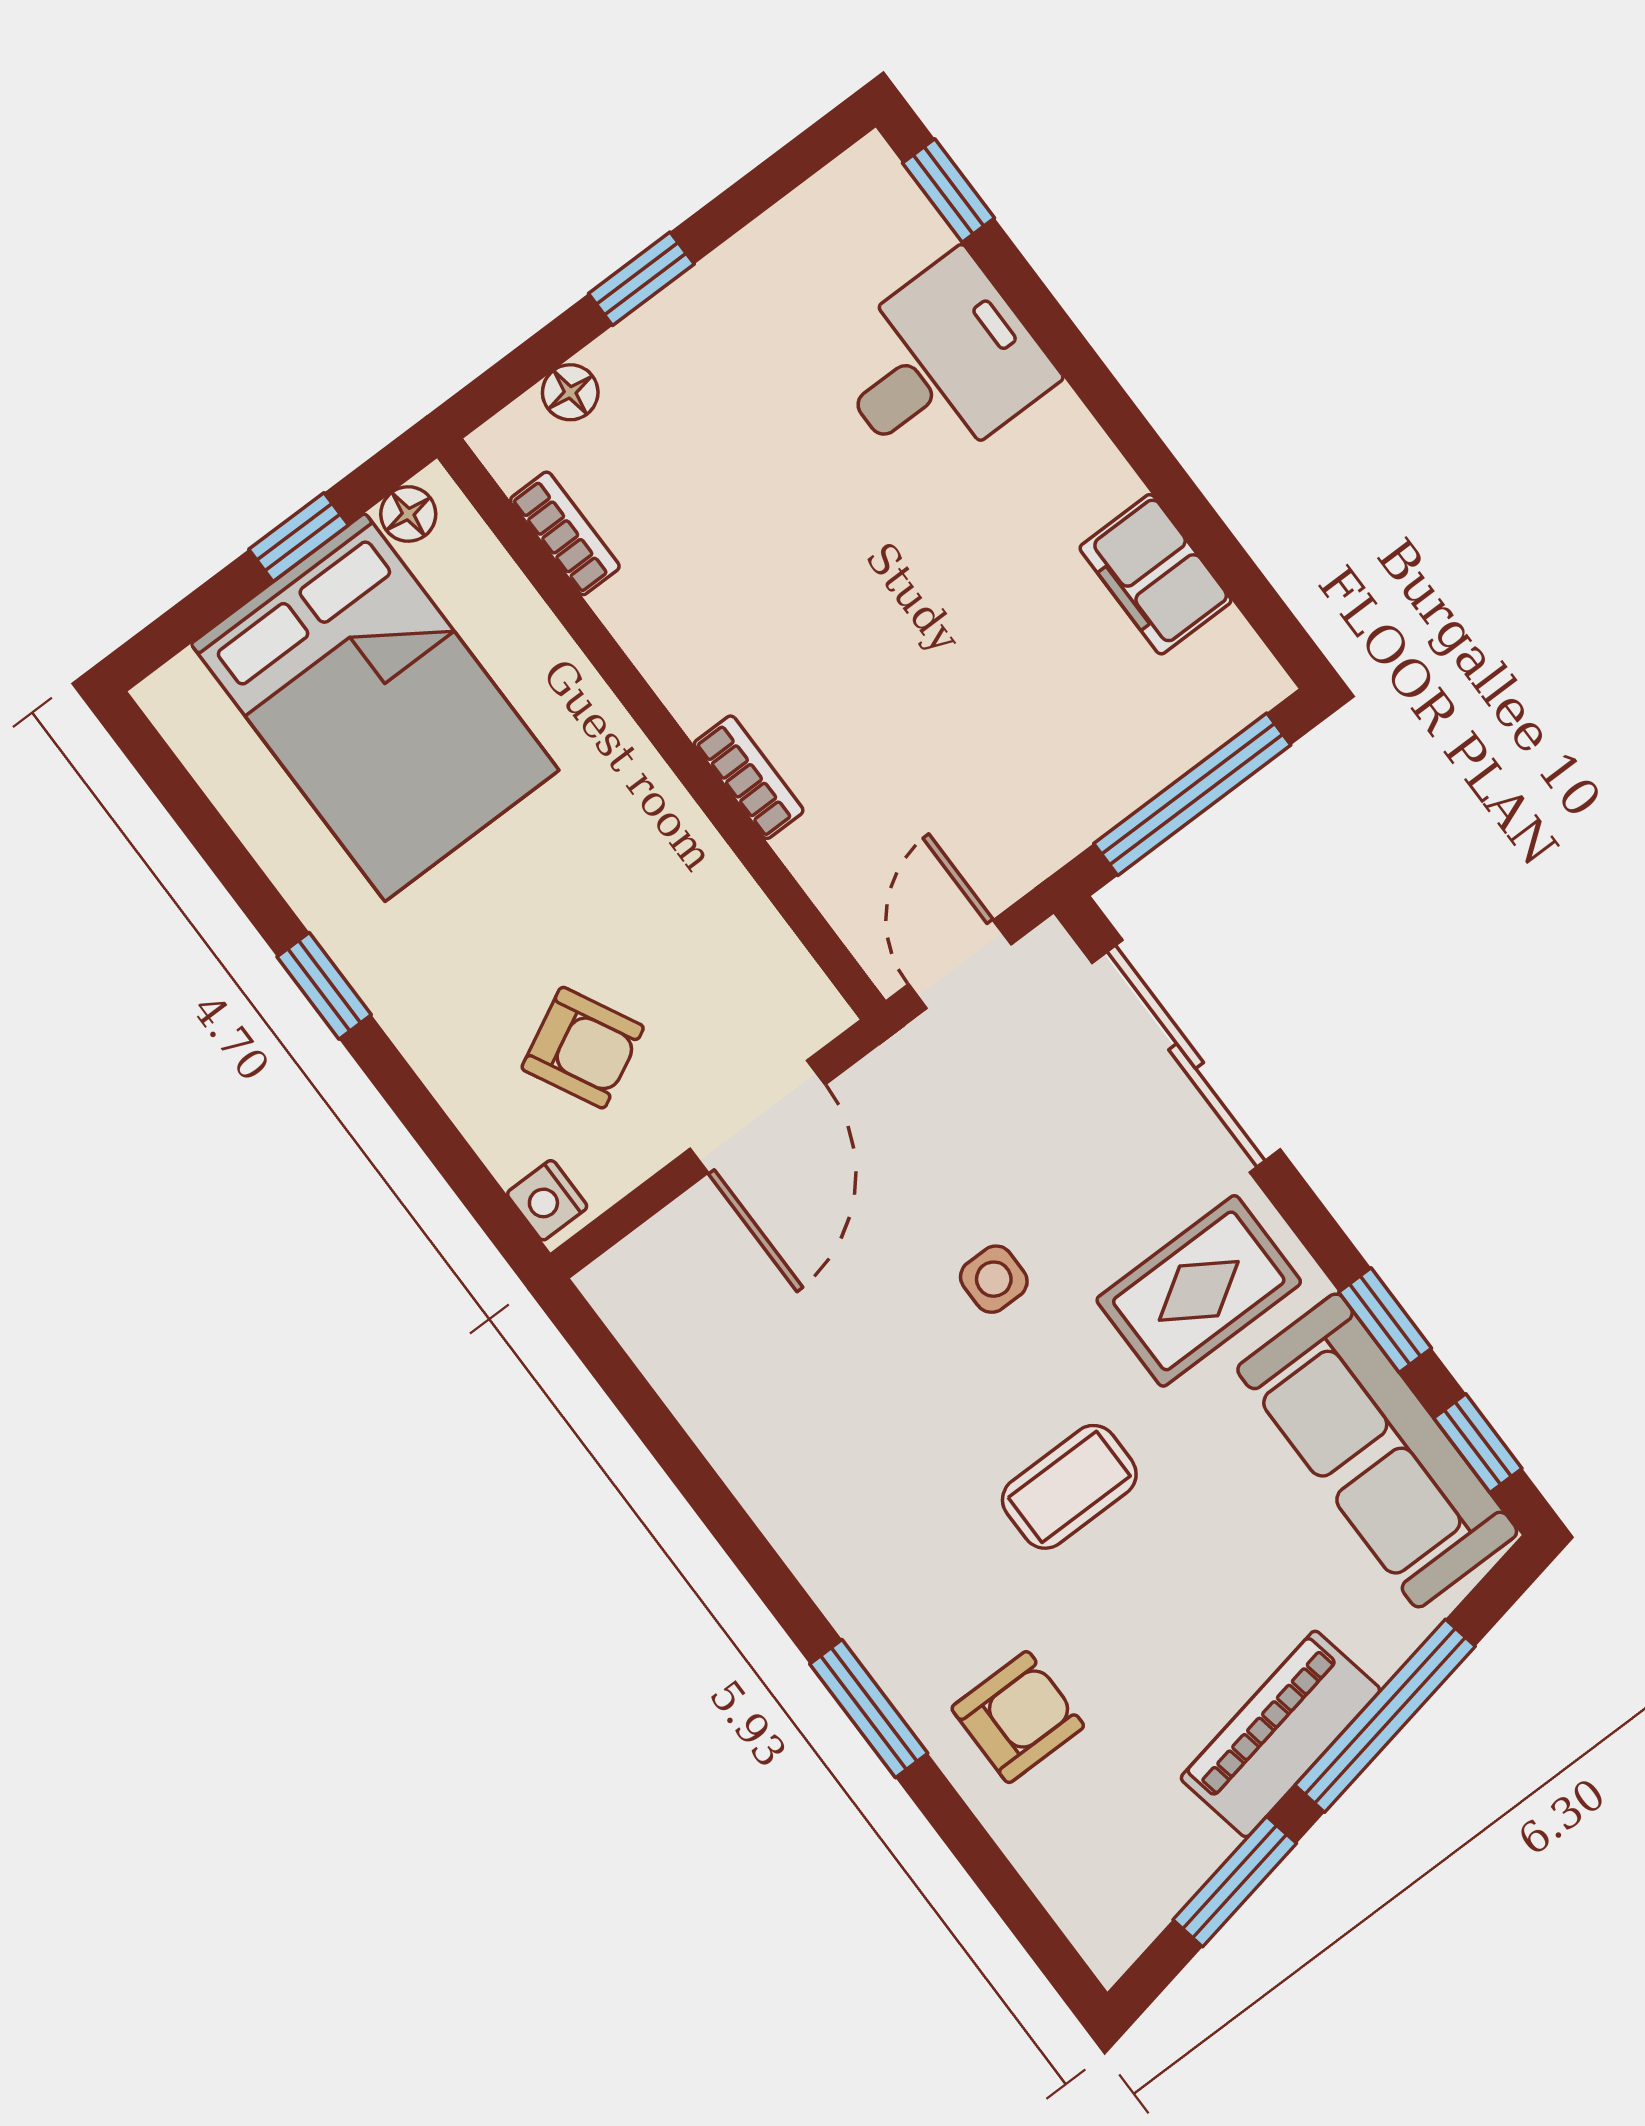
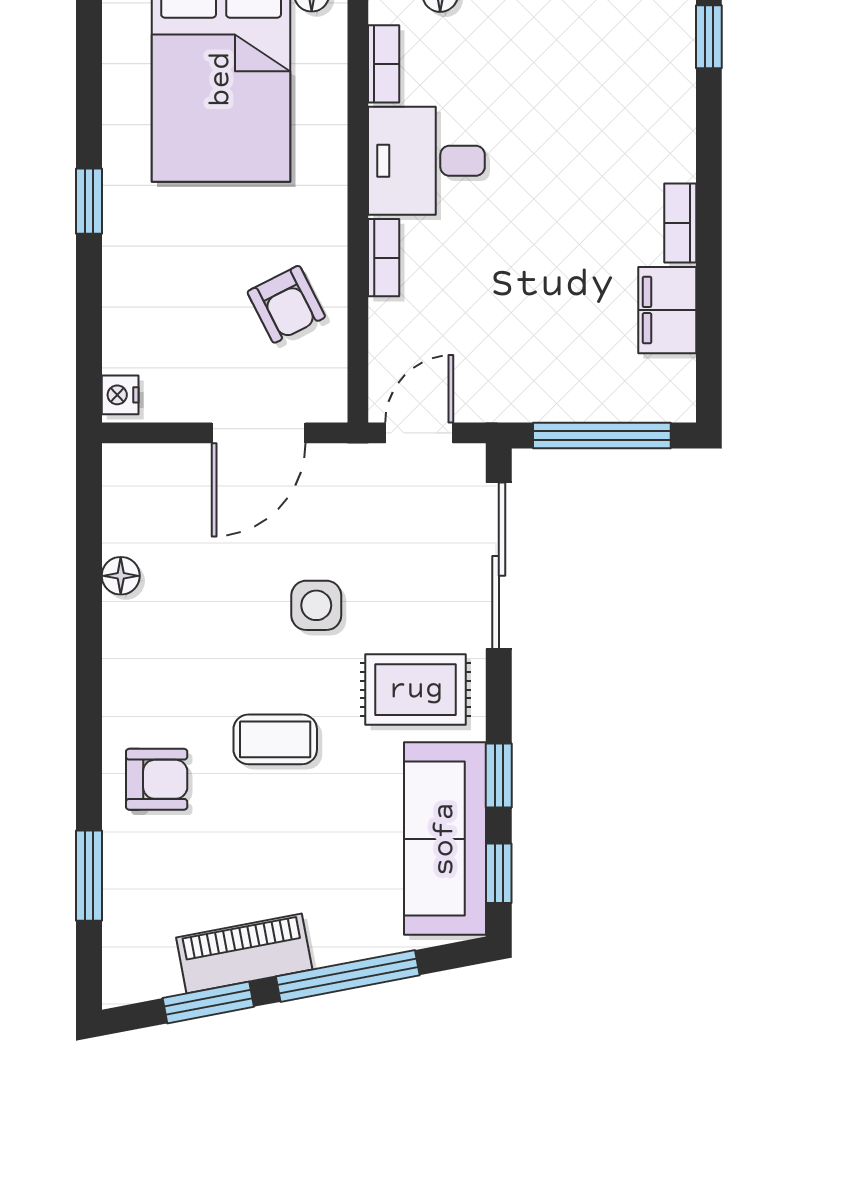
desk: (940, 366) -> (426, 161), moved, turned 180
bookcase: (1089, 452) -> (680, 223), added
armchair: (583, 1048) -> (286, 304), moved
side table: (994, 1279) -> (316, 605), width x1.37, depth x1.37
floor lamp: (719, 1427) -> (121, 576), added
window: (869, 1709) -> (89, 876), moved
armchair: (1018, 1717) -> (157, 779), moved
piano: (1280, 1734) -> (244, 953), moved

